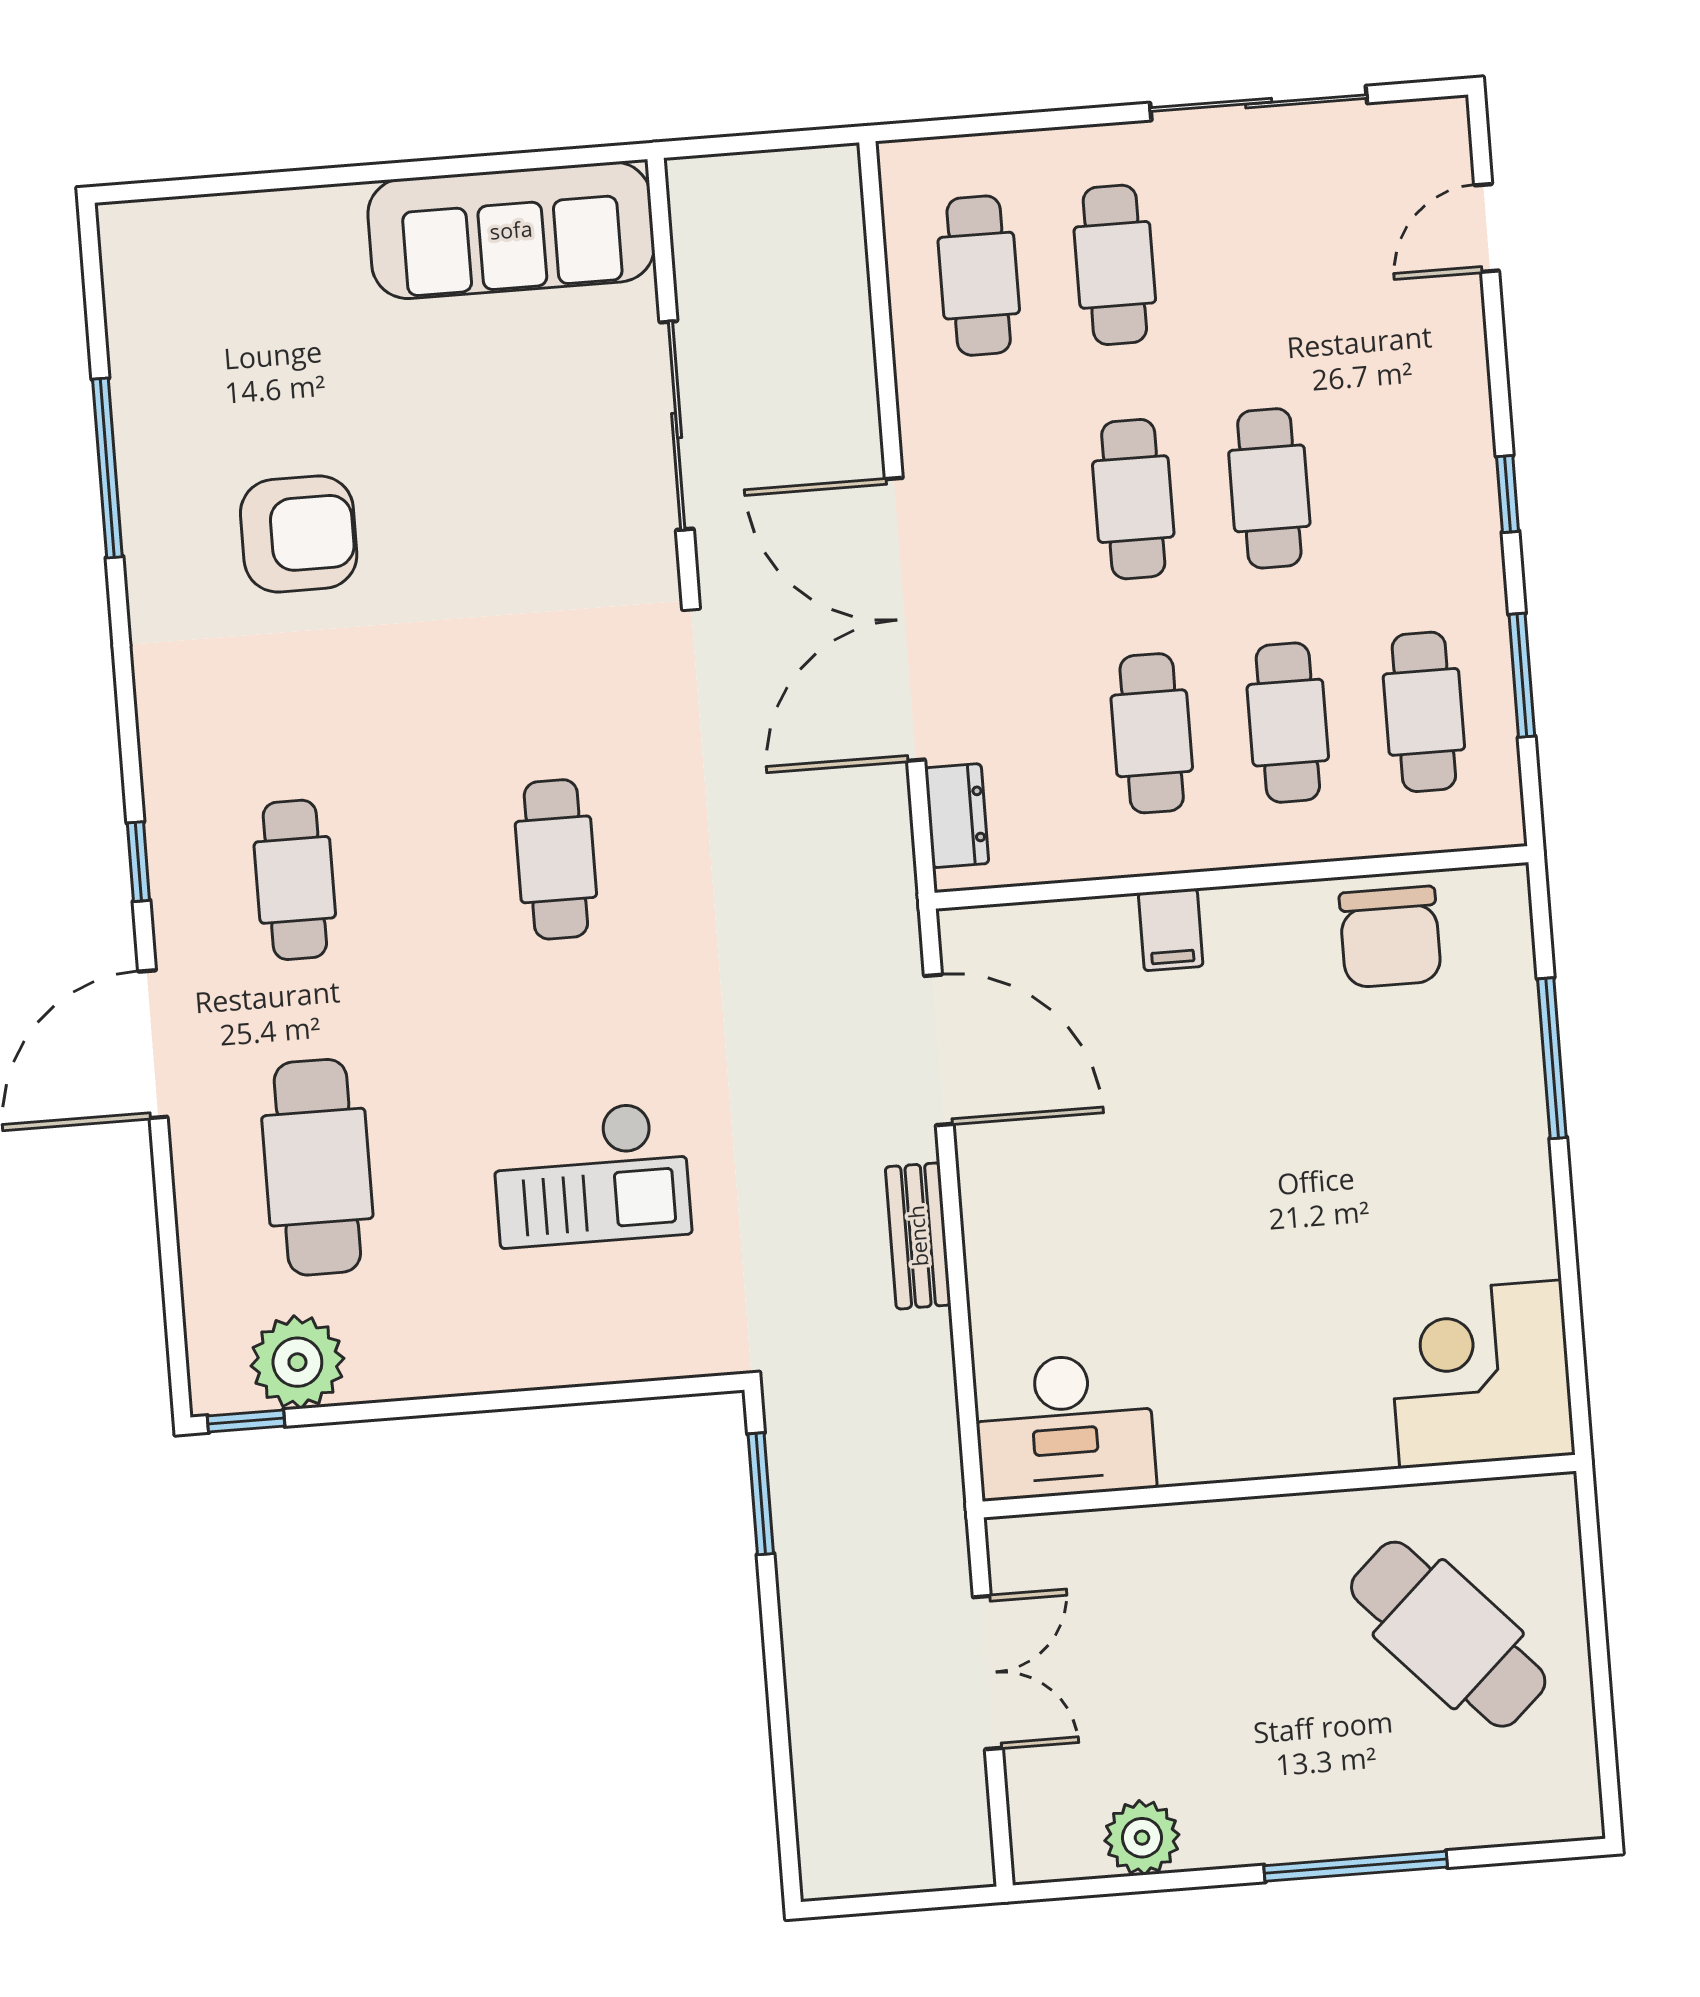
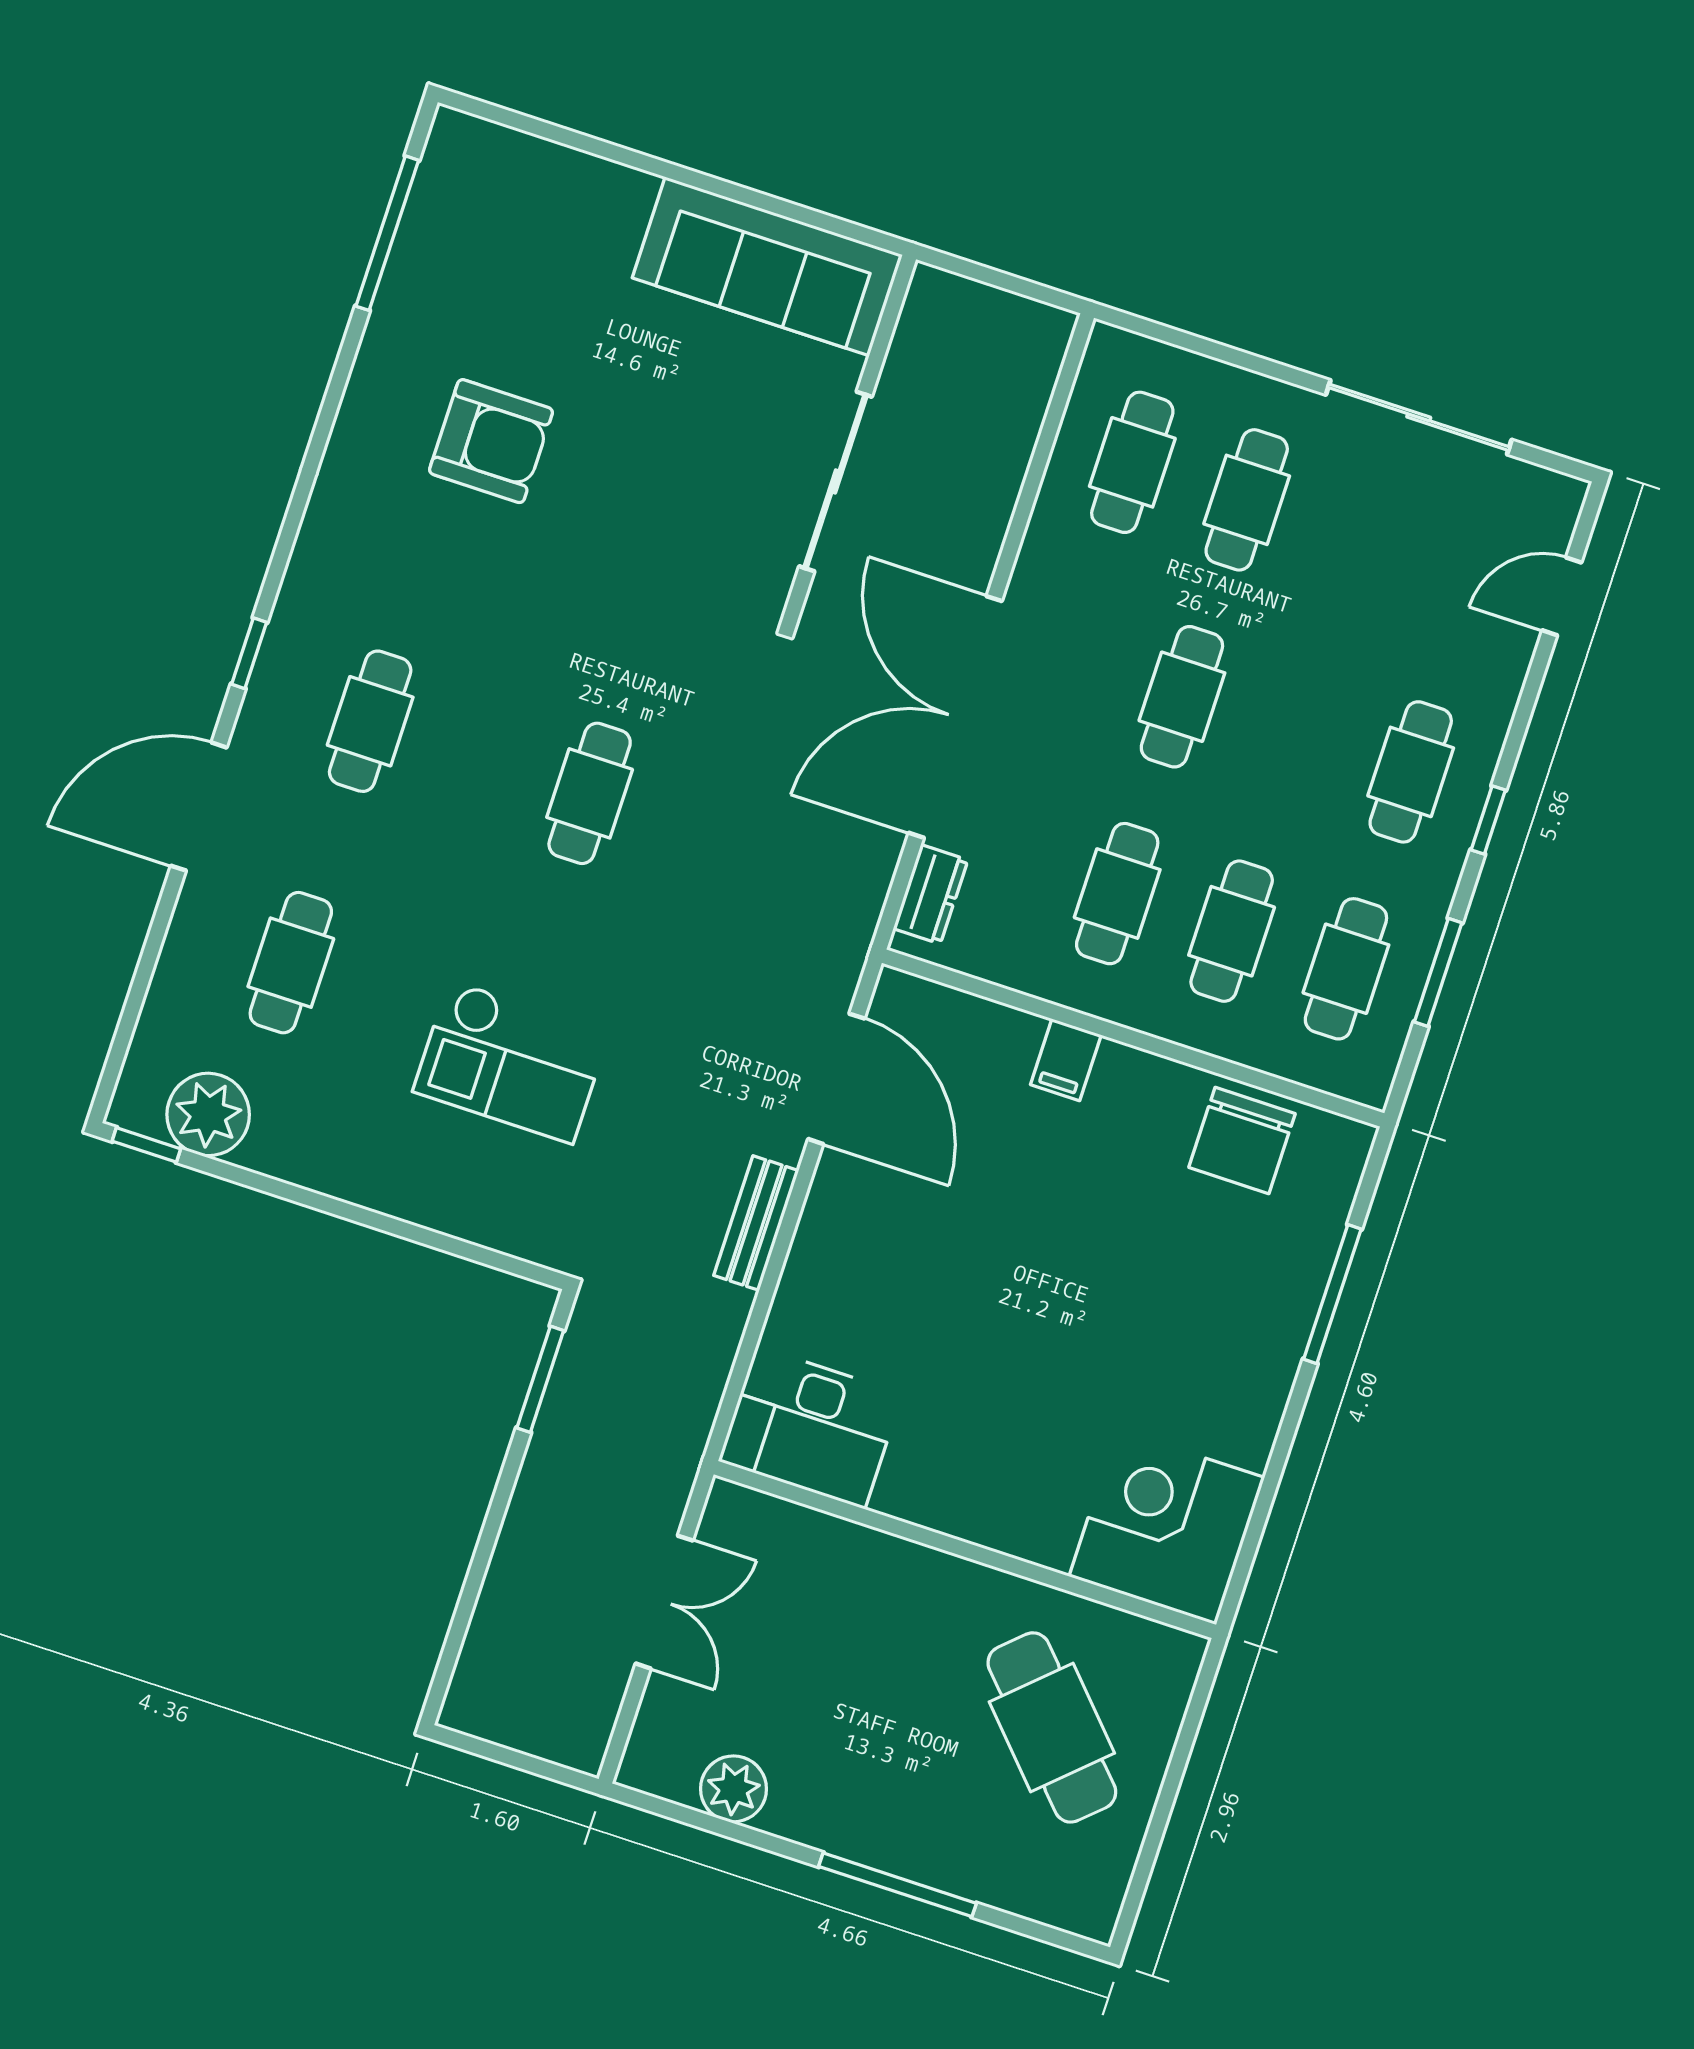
window: (107, 468) -> (387, 233), moved
cafe table: (1269, 488) -> (1411, 772), moved
cafe table: (317, 1167) -> (291, 963), width x0.73, depth x0.74

